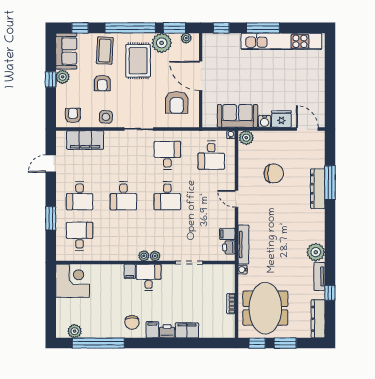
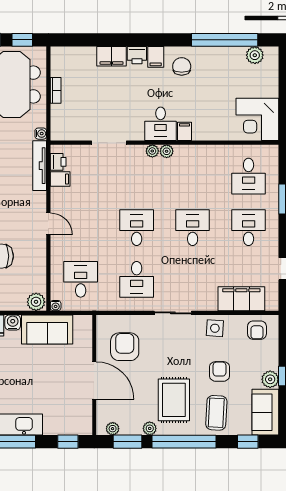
plant: (162, 43) -> (150, 428), width x0.53, depth x0.53

